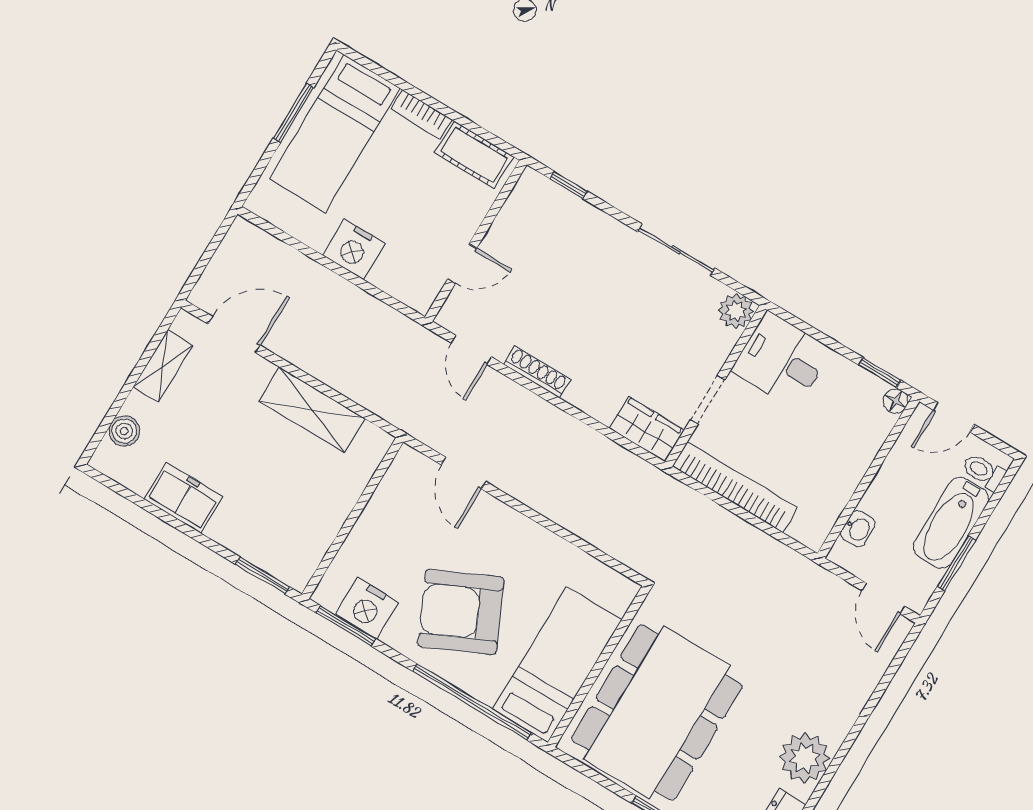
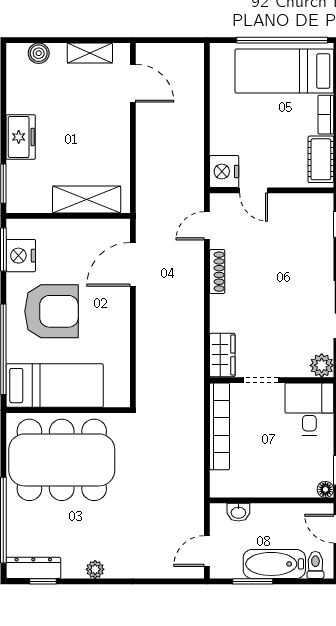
window: (294, 113) -> (282, 40), width x2.11
nightstand: (354, 249) -> (224, 171), moved
shelving: (312, 410) -> (87, 200), moved, turned 90
door: (464, 473) -> (133, 264), width x1.38
freezer: (183, 498) -> (21, 137), moved
armchair: (461, 612) -> (52, 311), turned 115
plant: (805, 758) -> (95, 569), width x0.53, depth x0.53

